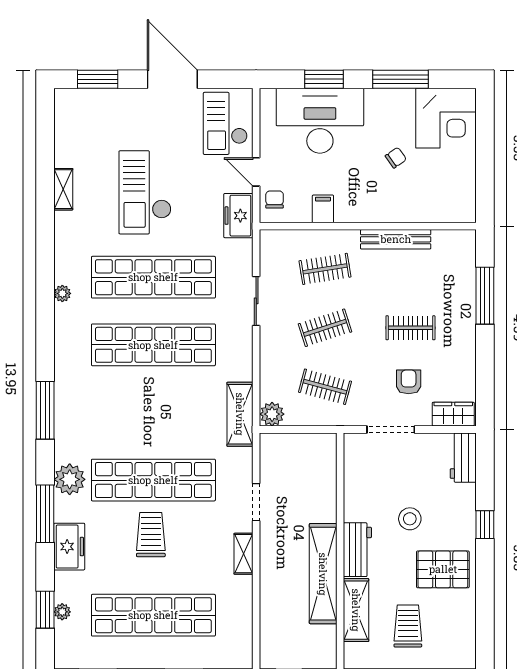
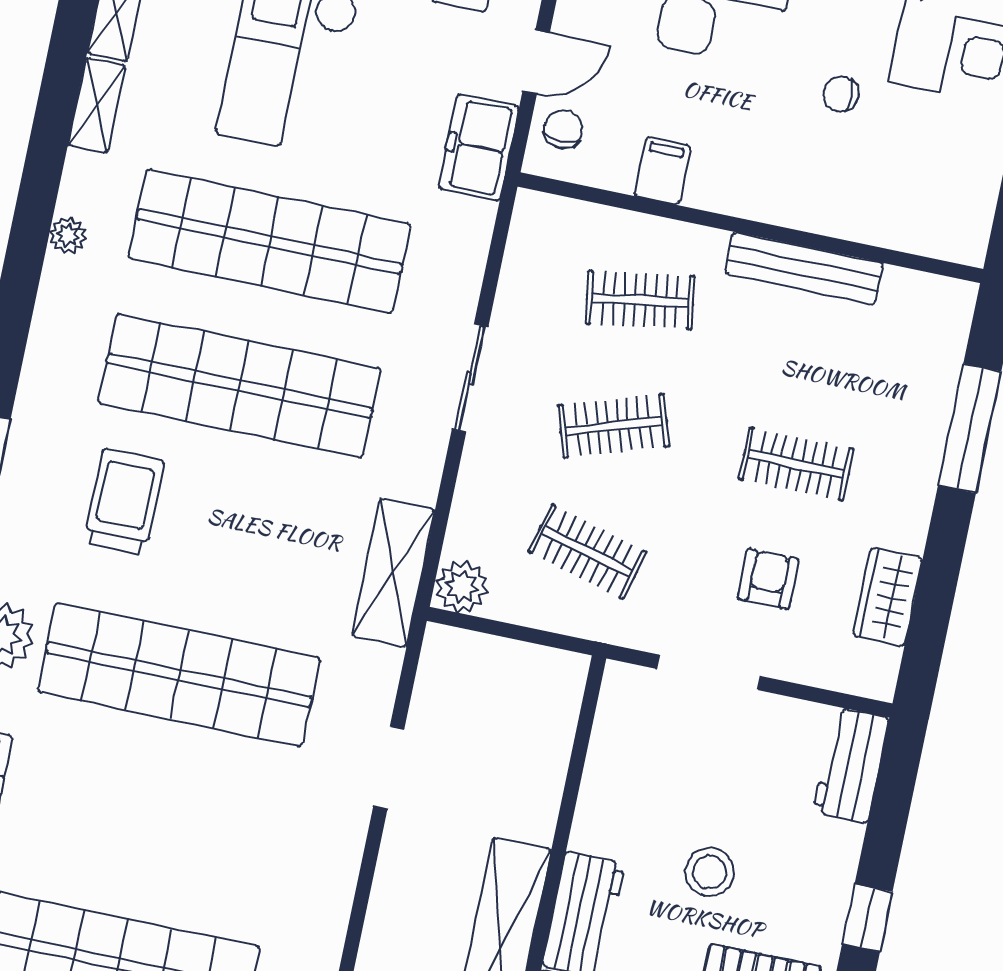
chair: (396, 158) -> (841, 94), turned -145
door: (256, 172) -> (536, 62), swing flipped
sliding door: (256, 301) -> (470, 378), moved
wardrobe: (453, 414) -> (888, 597), moved, turned -90
trolley: (151, 535) -> (124, 502), moved
shelving: (244, 554) -> (97, 105), moved

